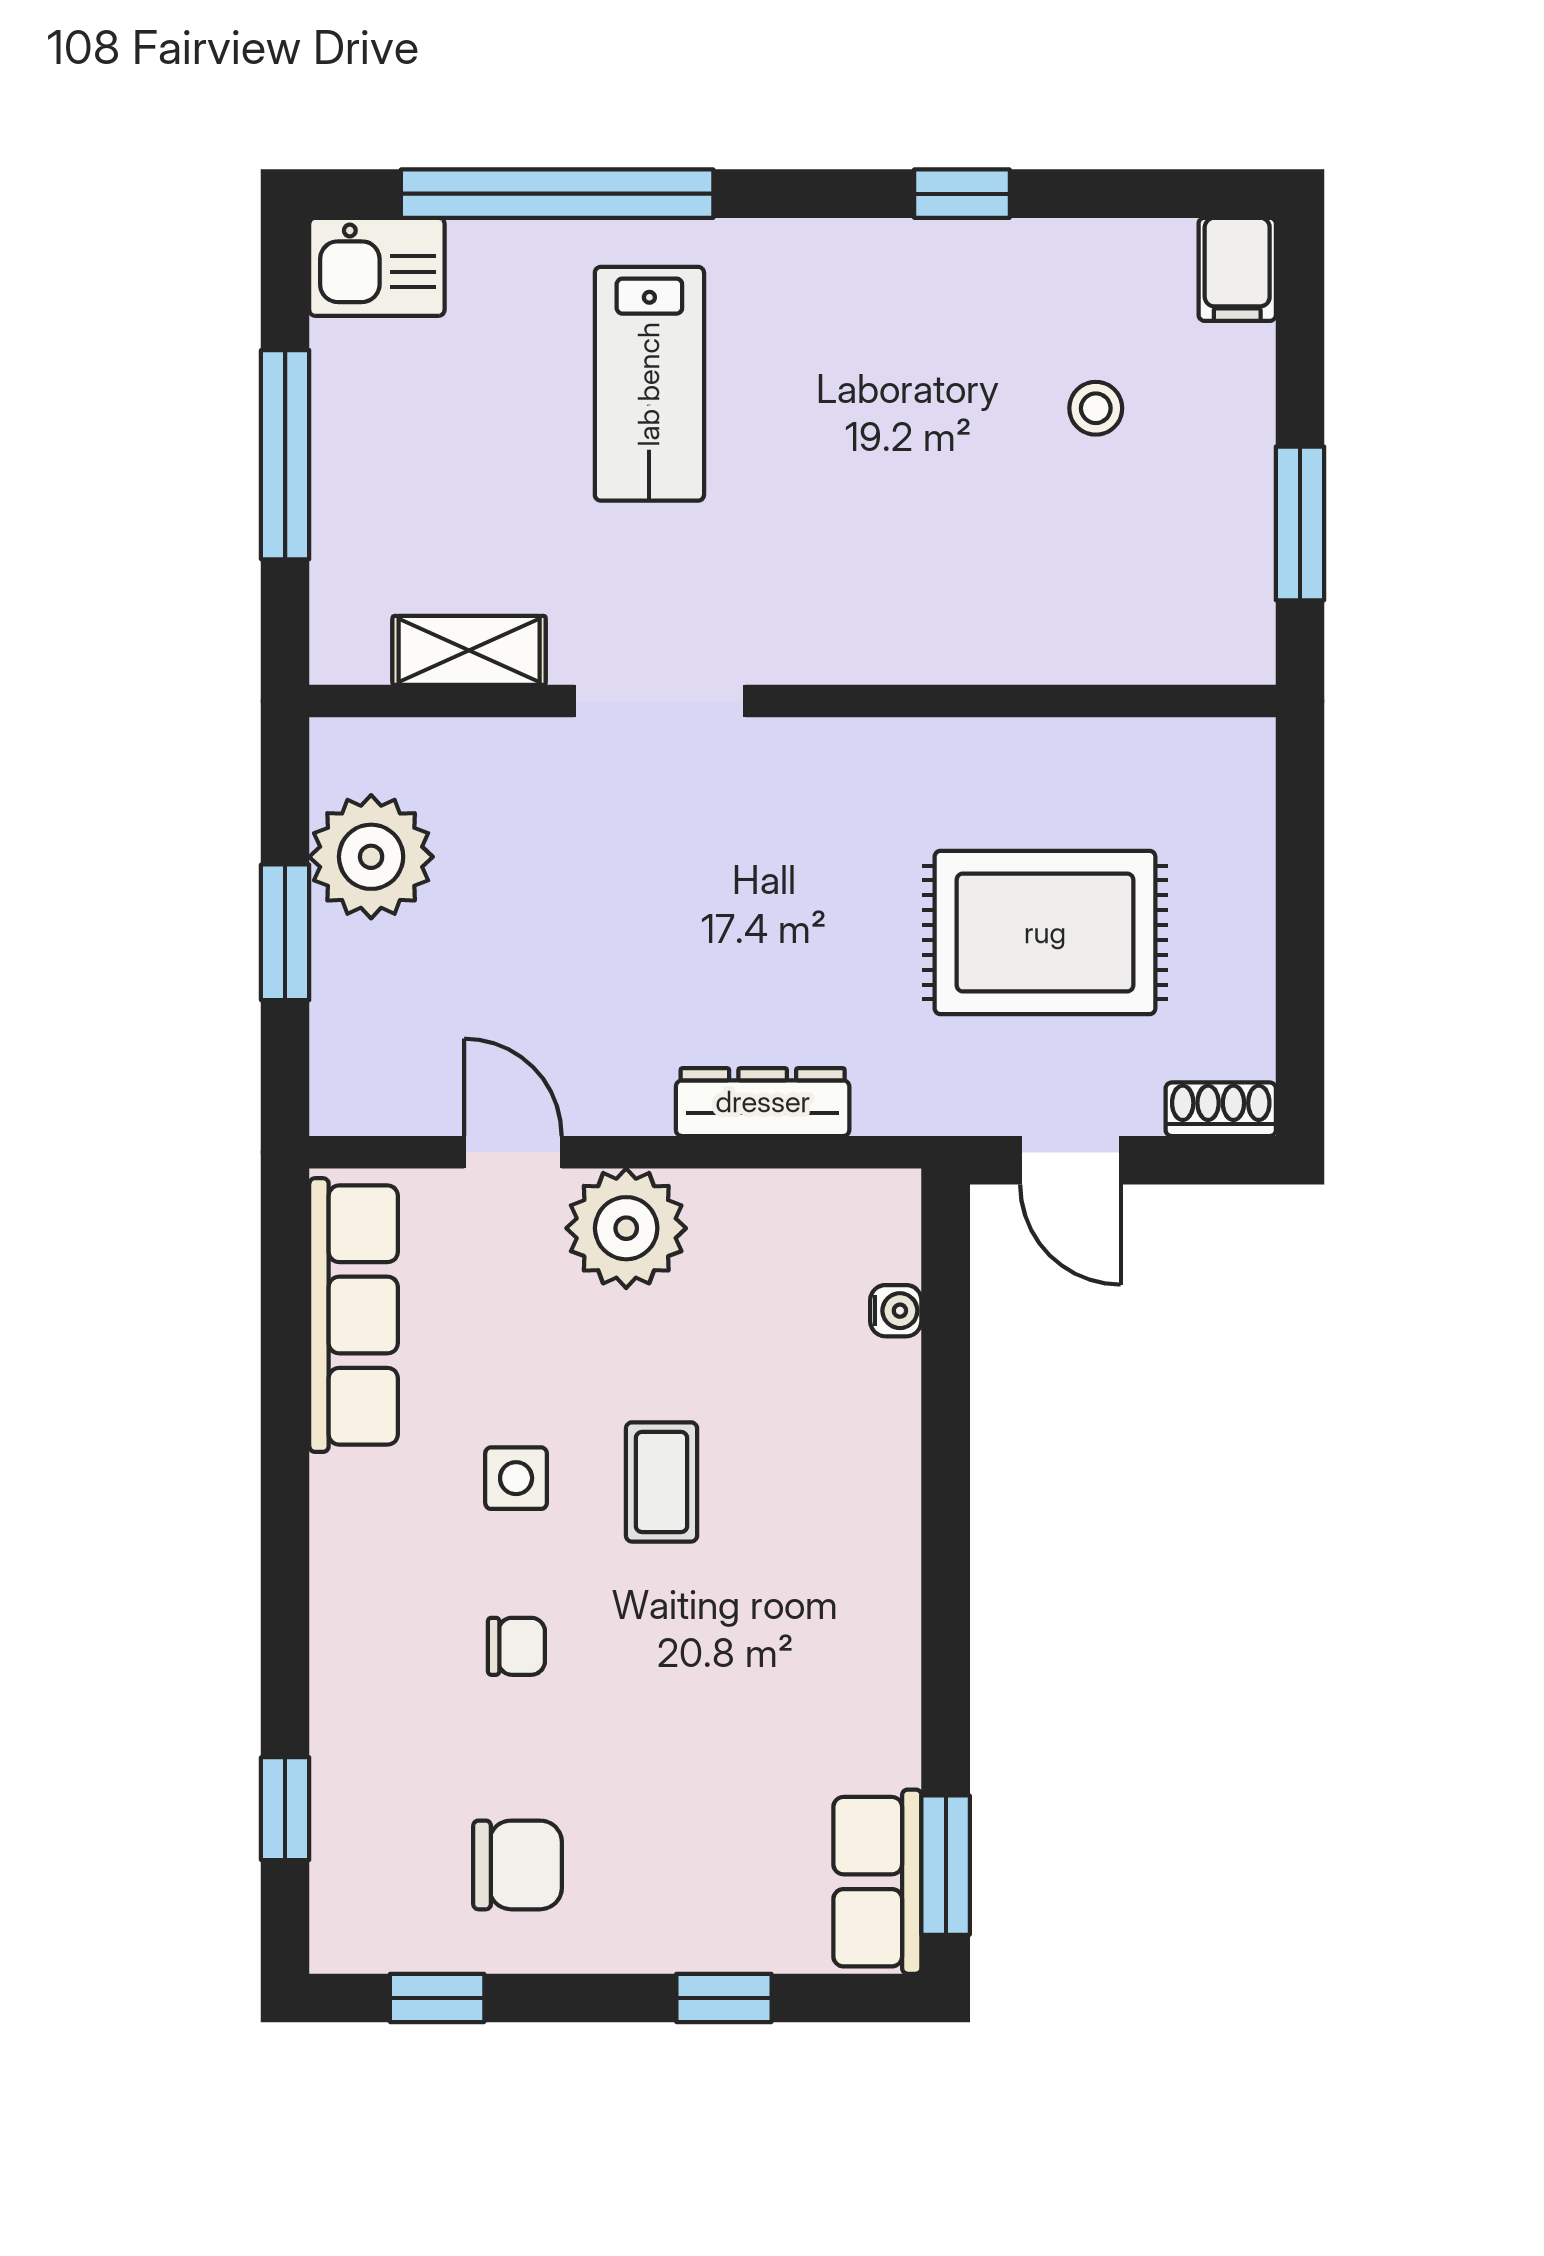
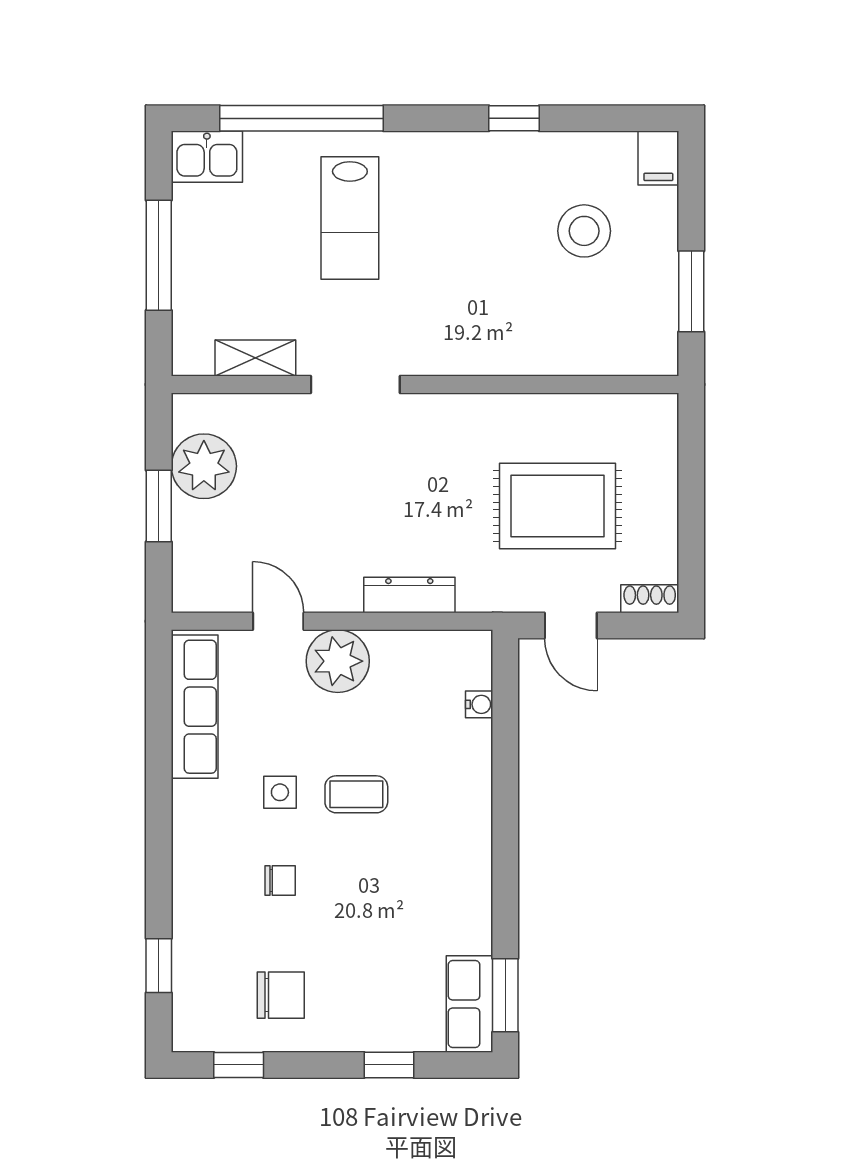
stool: (1096, 408) -> (584, 231), width x1.89, depth x1.89
coffee table: (662, 1482) -> (356, 794), turned 90

